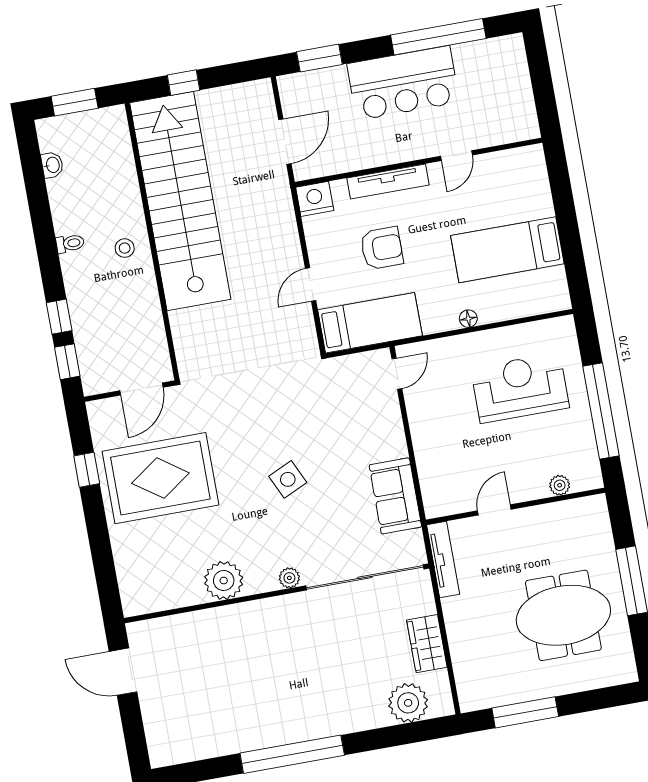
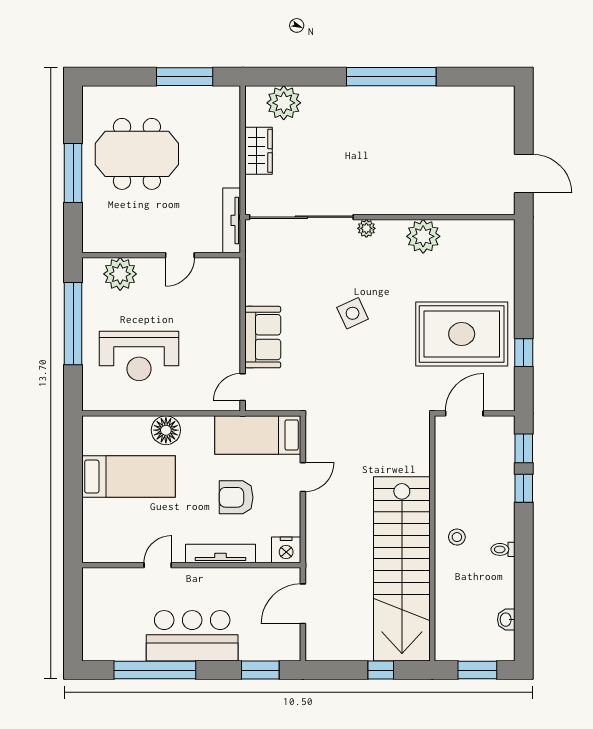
floor lamp: (468, 319) -> (166, 430), width x1.89, depth x1.89
plant: (560, 485) -> (120, 274), width x1.87, depth x1.87
sofa: (395, 496) -> (263, 337), moved

